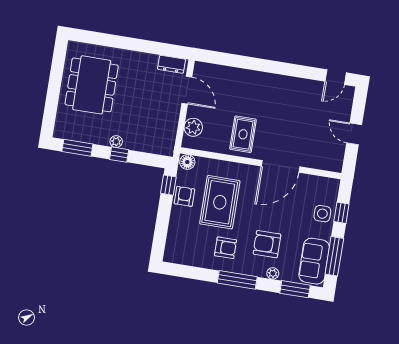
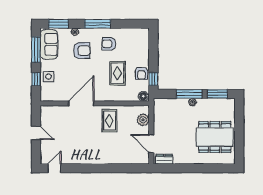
dining table: (92, 85) -> (215, 137), turned 90
window: (119, 155) -> (189, 94), width x2.17
rug: (220, 202) -> (117, 73), width x0.73, depth x0.70

